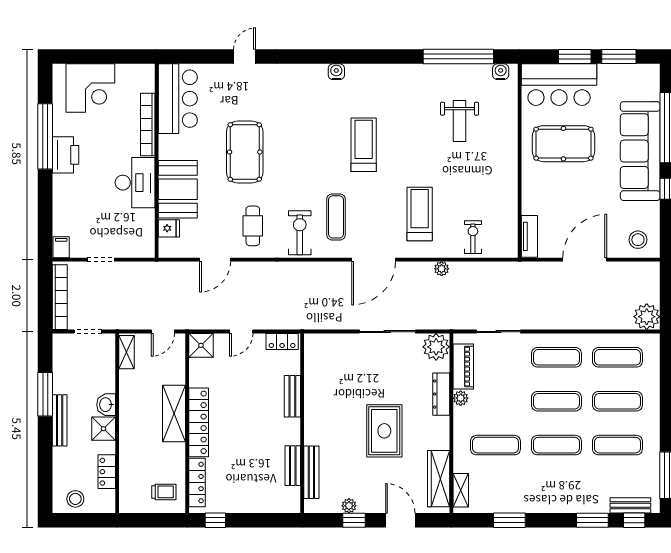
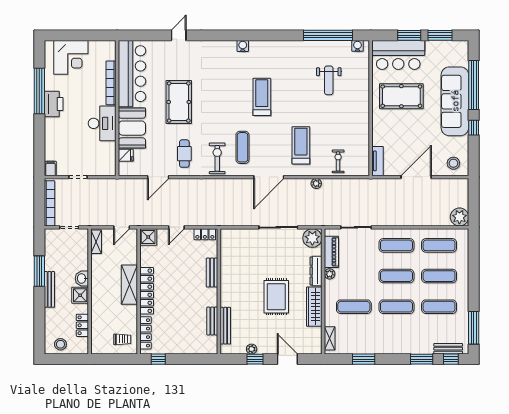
bar counter: (178, 99) -> (132, 74), width x1.36
wardrobe: (439, 479) -> (314, 307), moved

